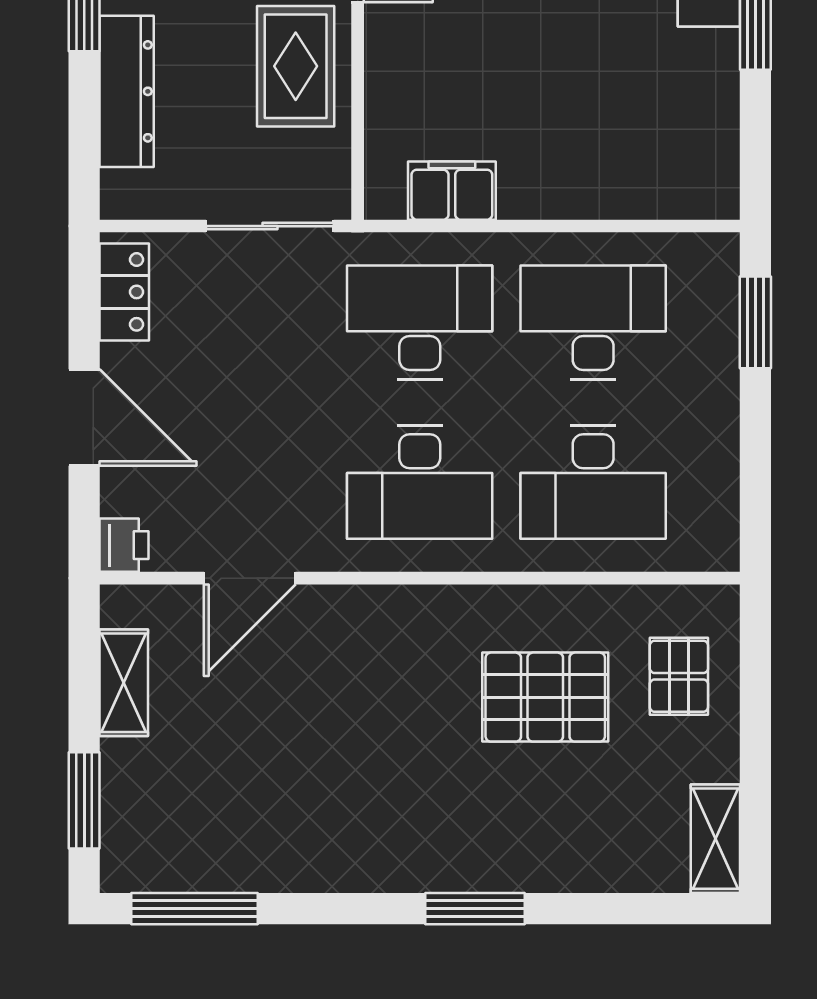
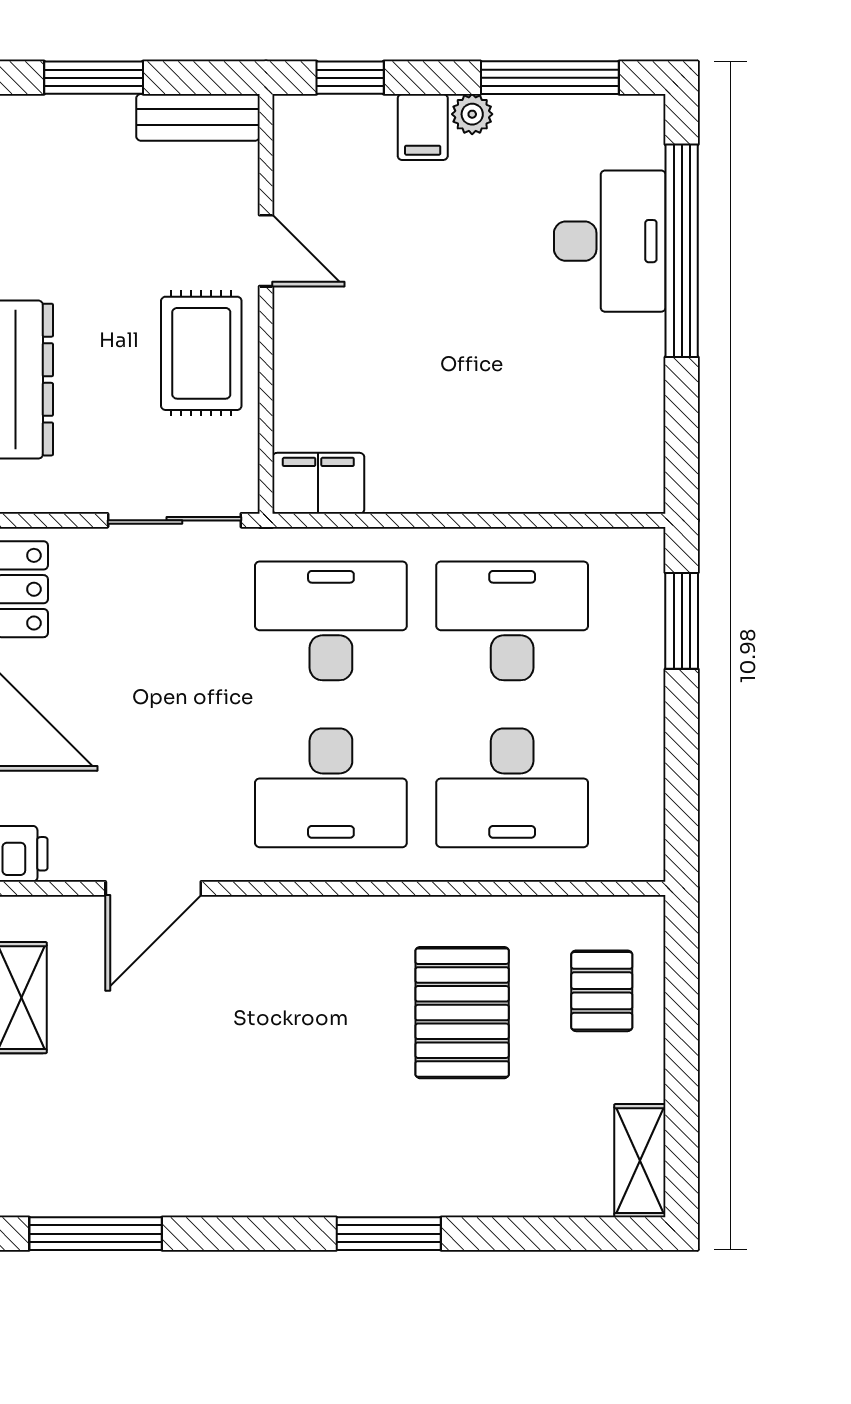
filing cabinet: (452, 191) -> (318, 483), moved
pallet: (545, 697) -> (462, 1013), turned 90

